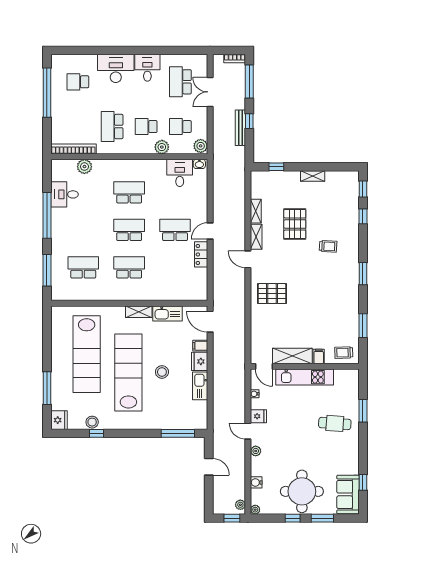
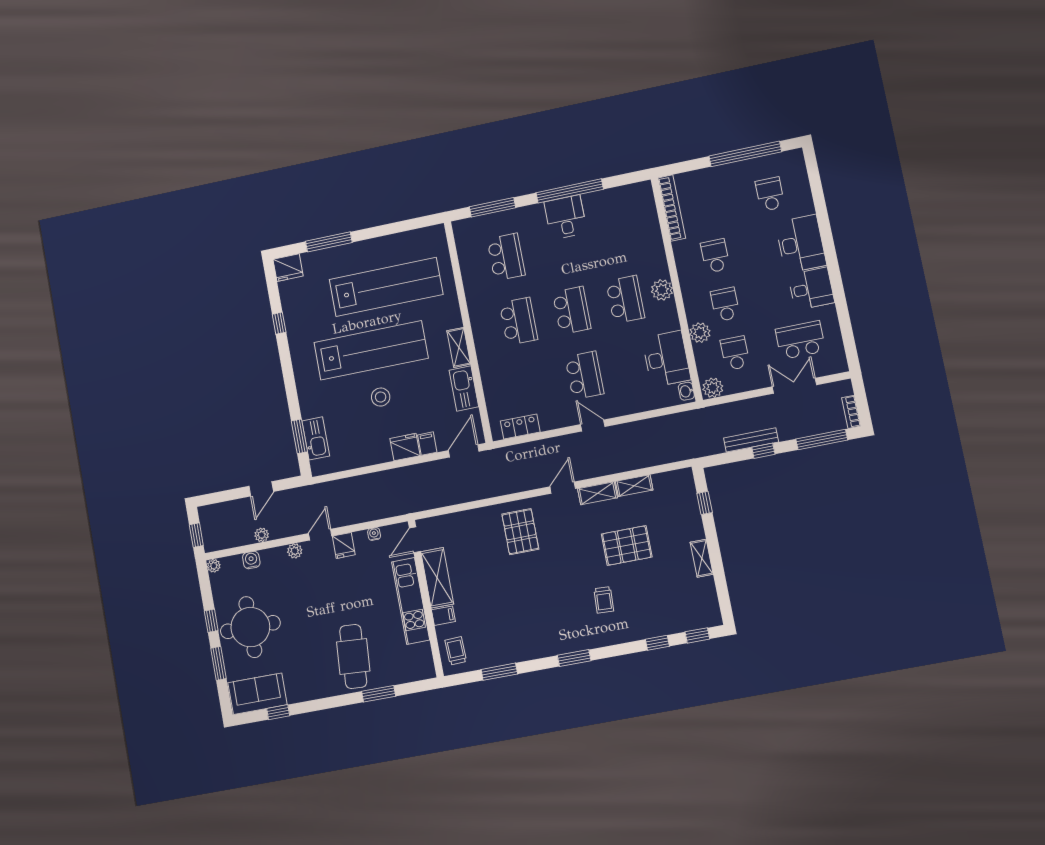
school desk: (112, 127) -> (715, 256), width x0.54
plant: (84, 167) -> (662, 290), moved
desk: (180, 173) -> (666, 359), width x1.37
desk: (64, 194) -> (565, 217), moved
locker: (201, 254) -> (520, 427), moved
lab bench: (87, 354) -> (386, 287), turned 180
kitchen sink: (200, 386) -> (316, 438), moved, turned 90
stool: (92, 422) -> (294, 314), removed
cafe table: (335, 423) -> (353, 656), width x1.37, depth x1.35
window: (178, 433) -> (299, 436), width x0.69
plant: (240, 505) -> (262, 535), moved

